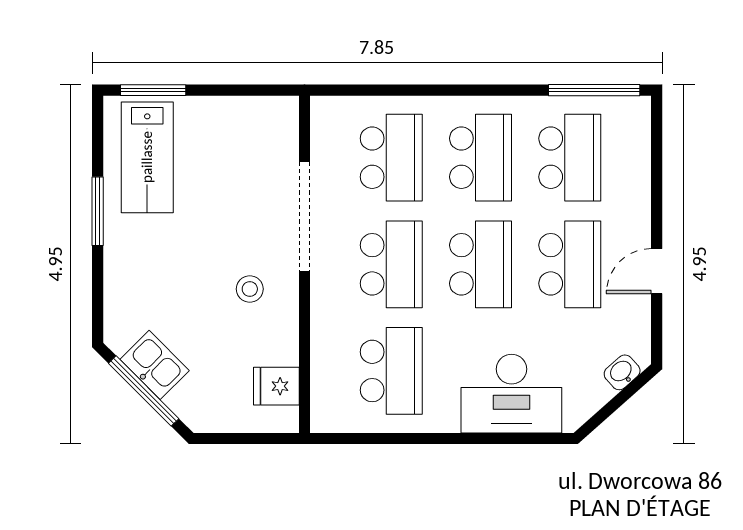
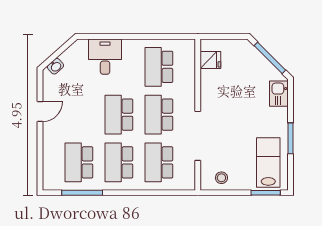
window: (594, 90) -> (82, 193), moved
school desk: (570, 264) -> (79, 115), removed
stool: (250, 289) -> (221, 178), moved
kitchen sink: (155, 365) -> (279, 94), moved, turned 45
desk: (511, 394) -> (105, 57), width x0.73

